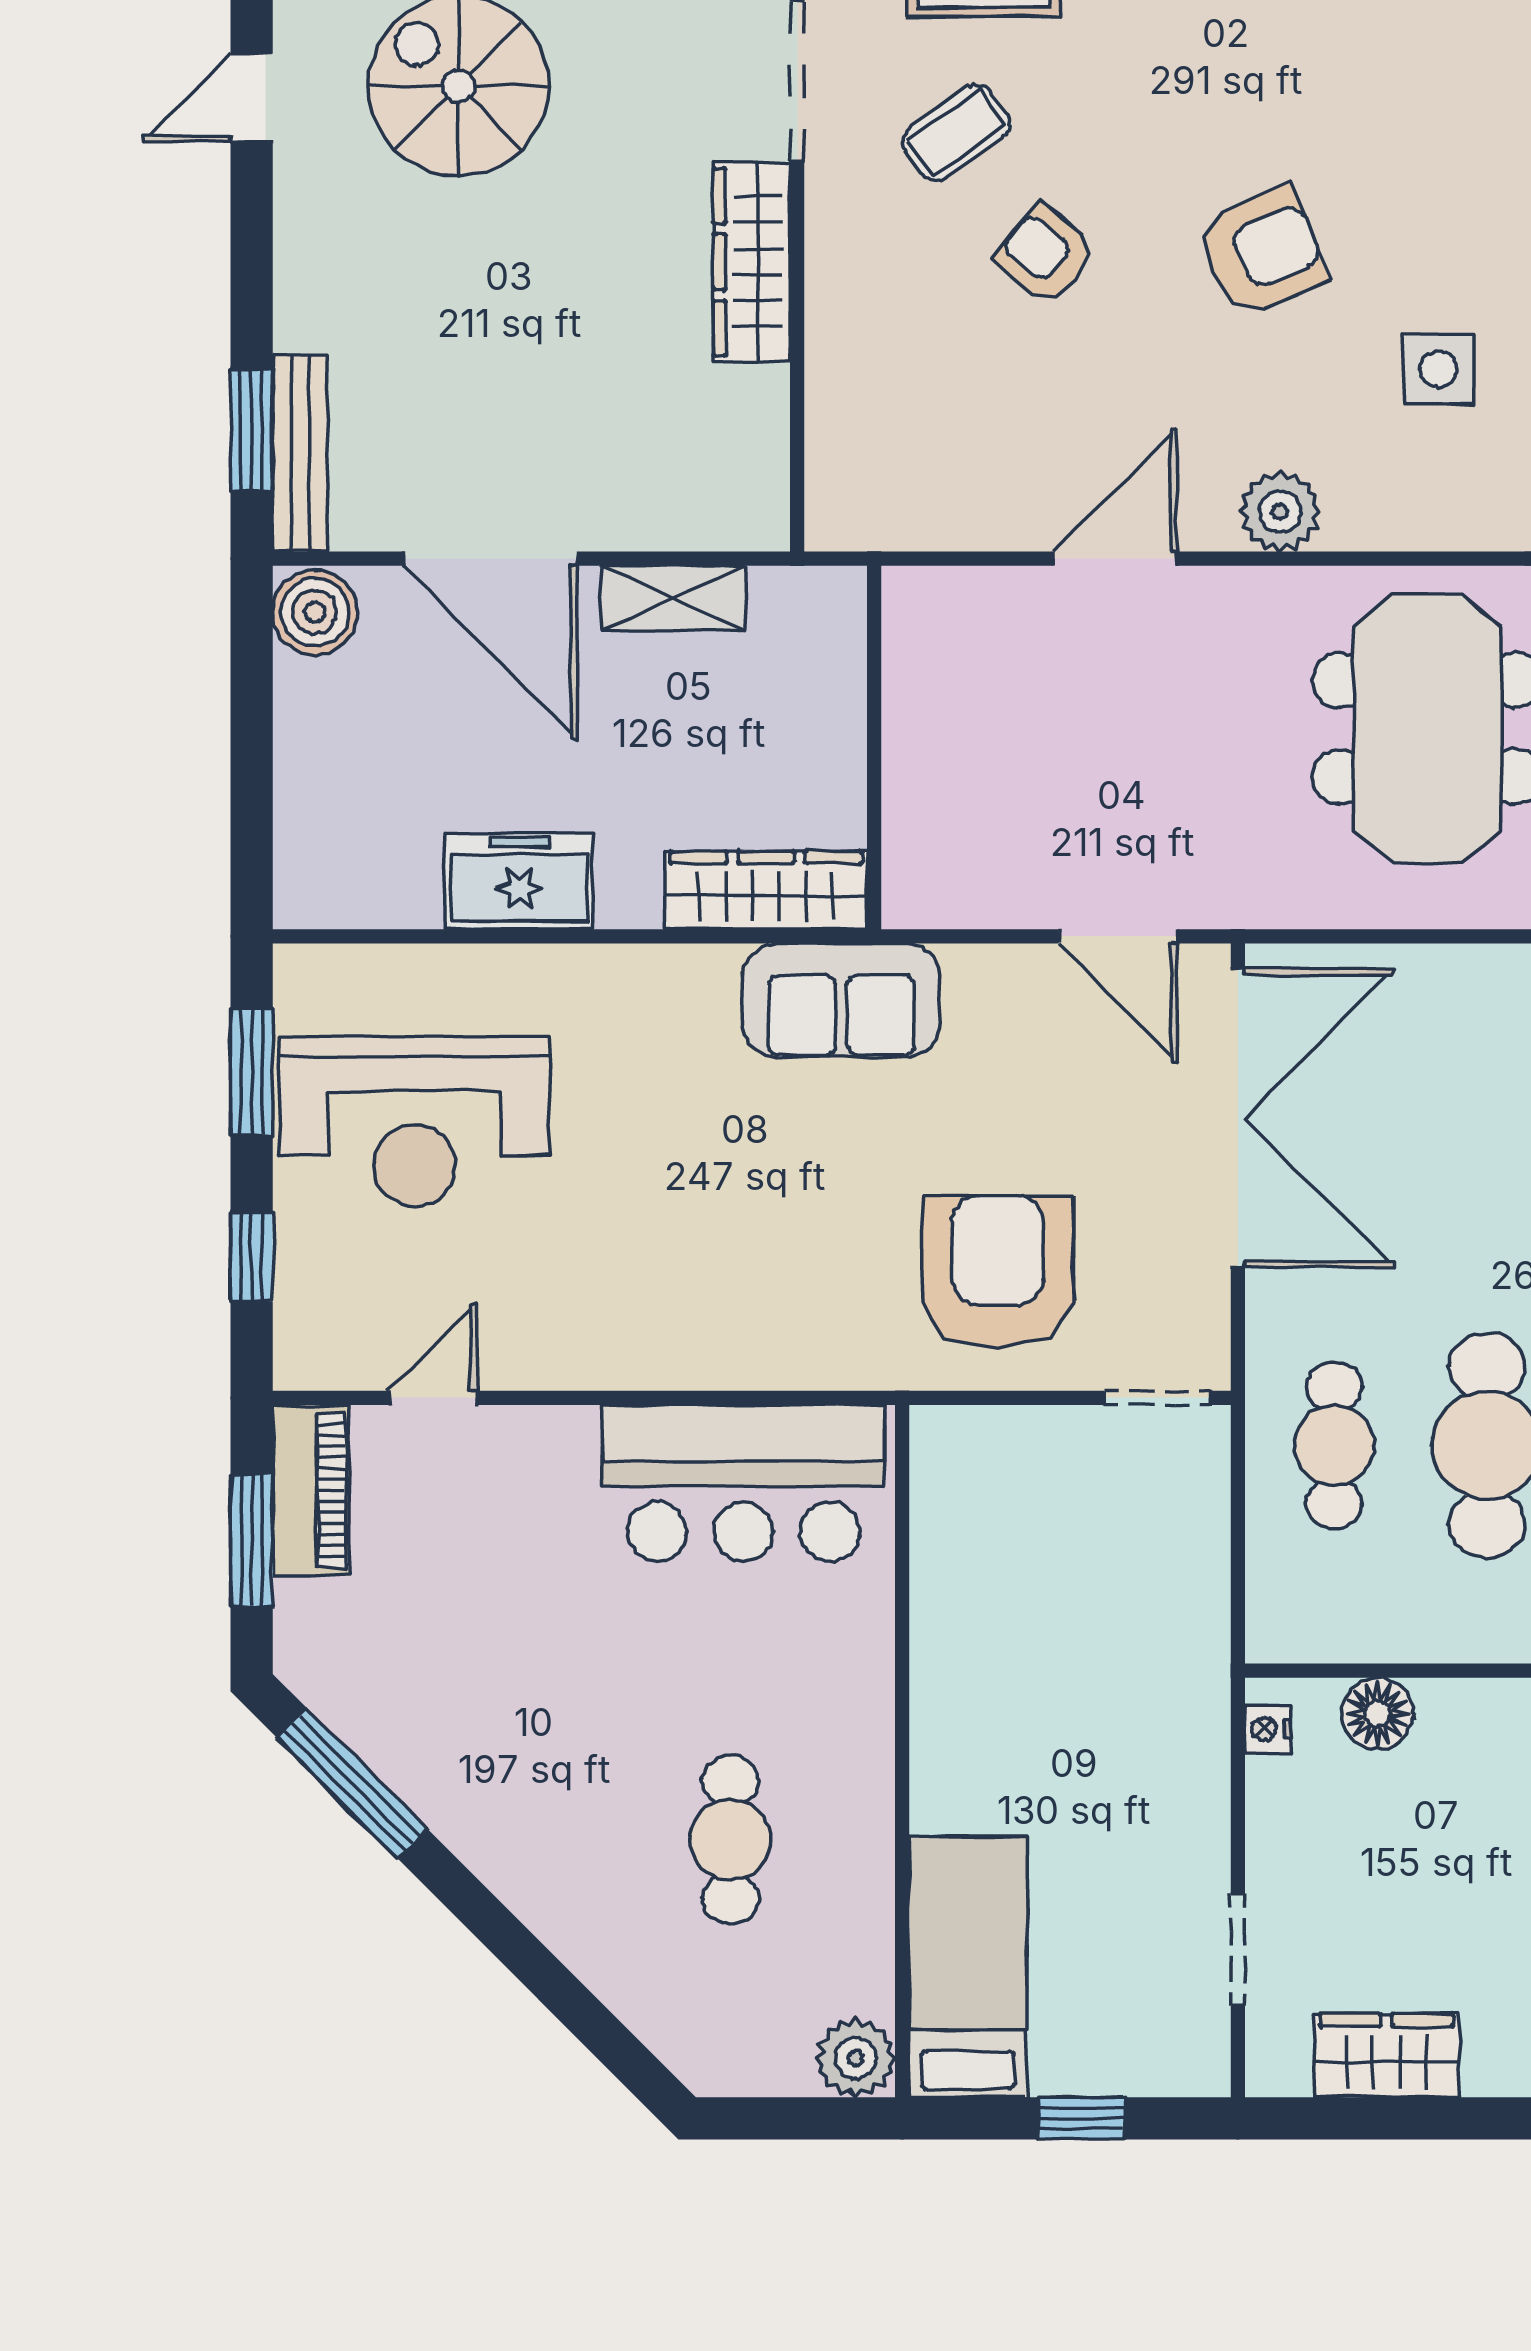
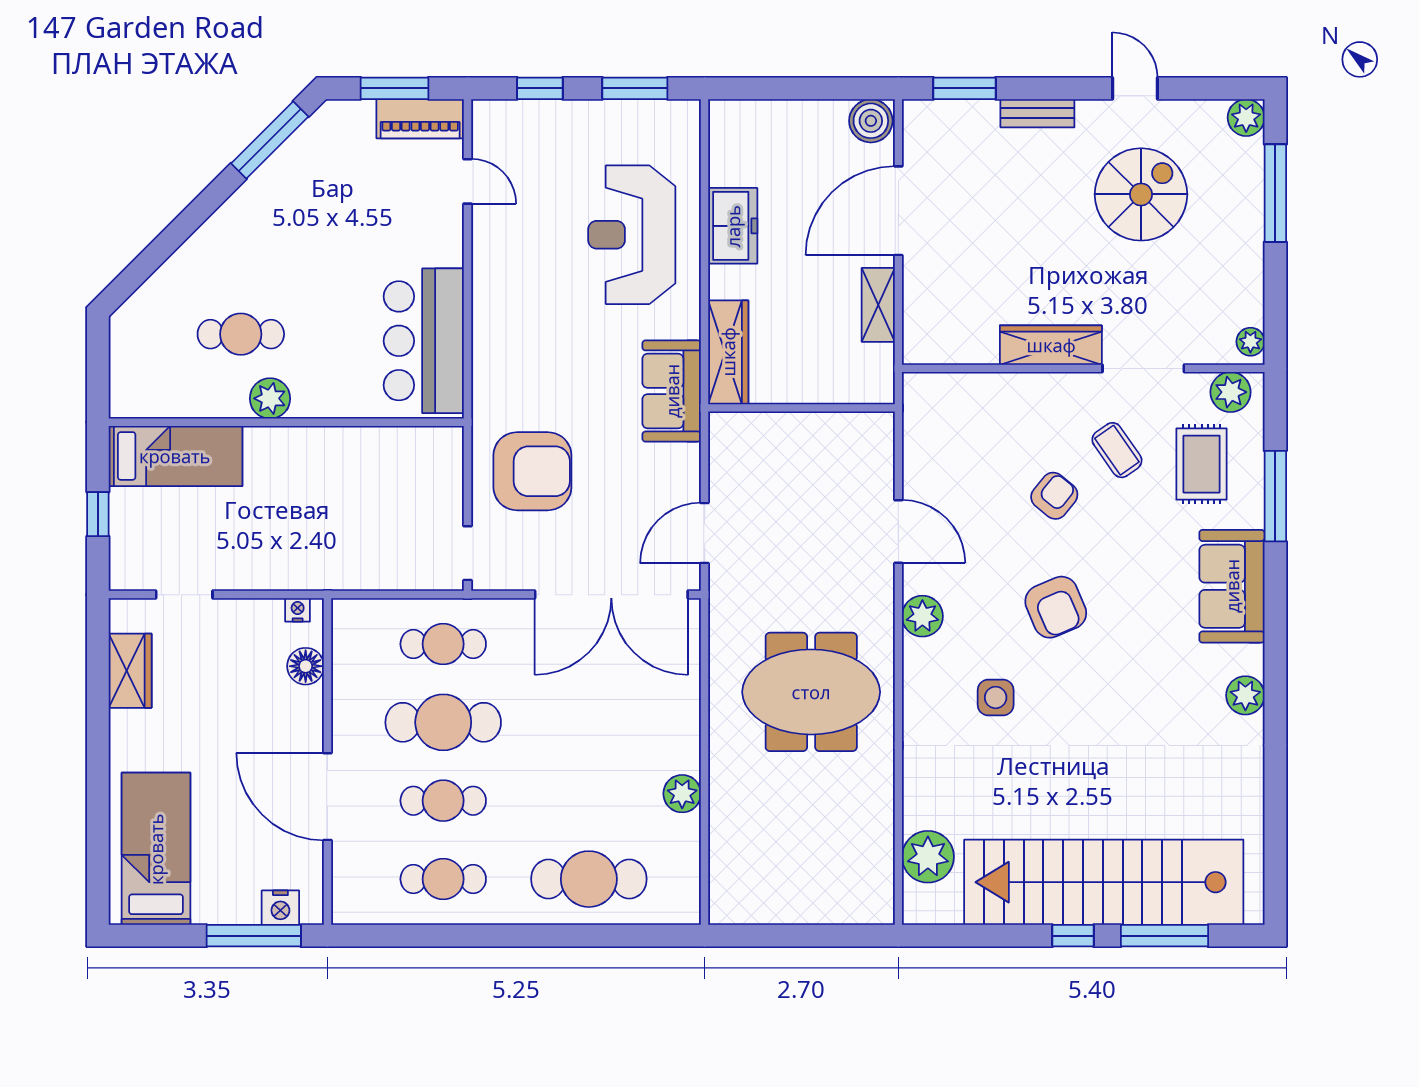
bench: (300, 453) -> (1037, 113), moved, width x0.73
reception desk: (415, 1121) -> (632, 235), moved
plant: (856, 2058) -> (270, 398), moved

